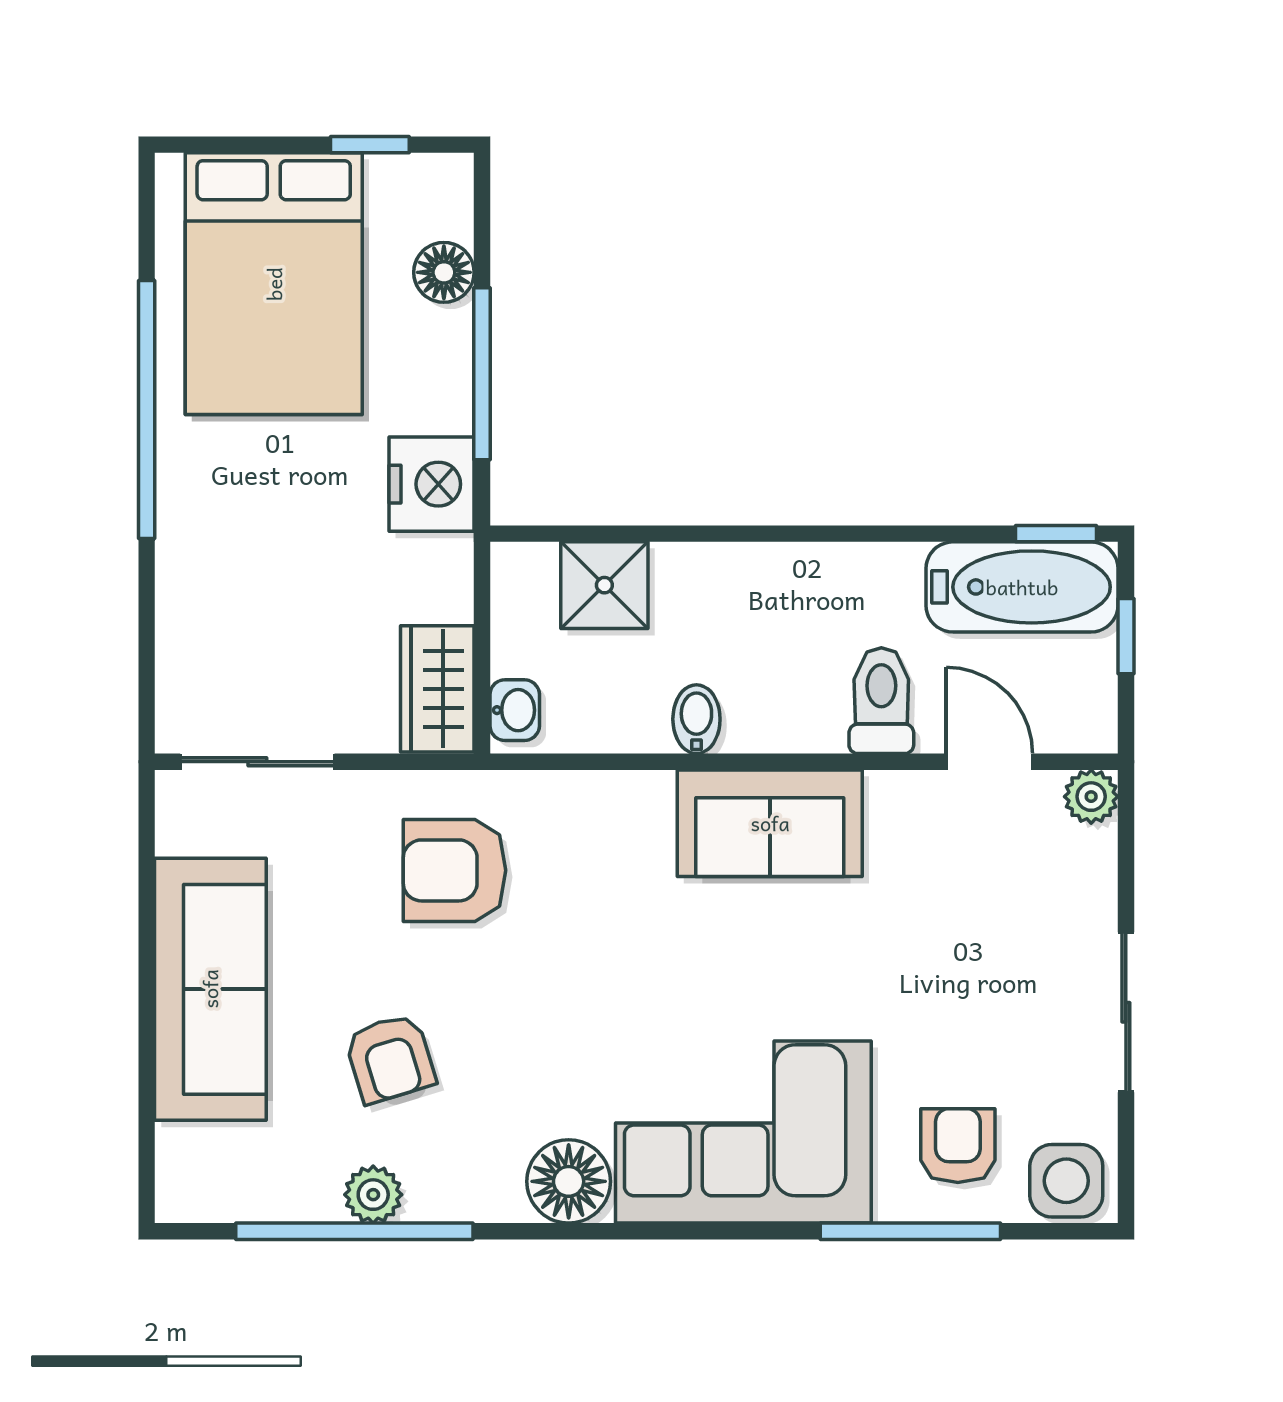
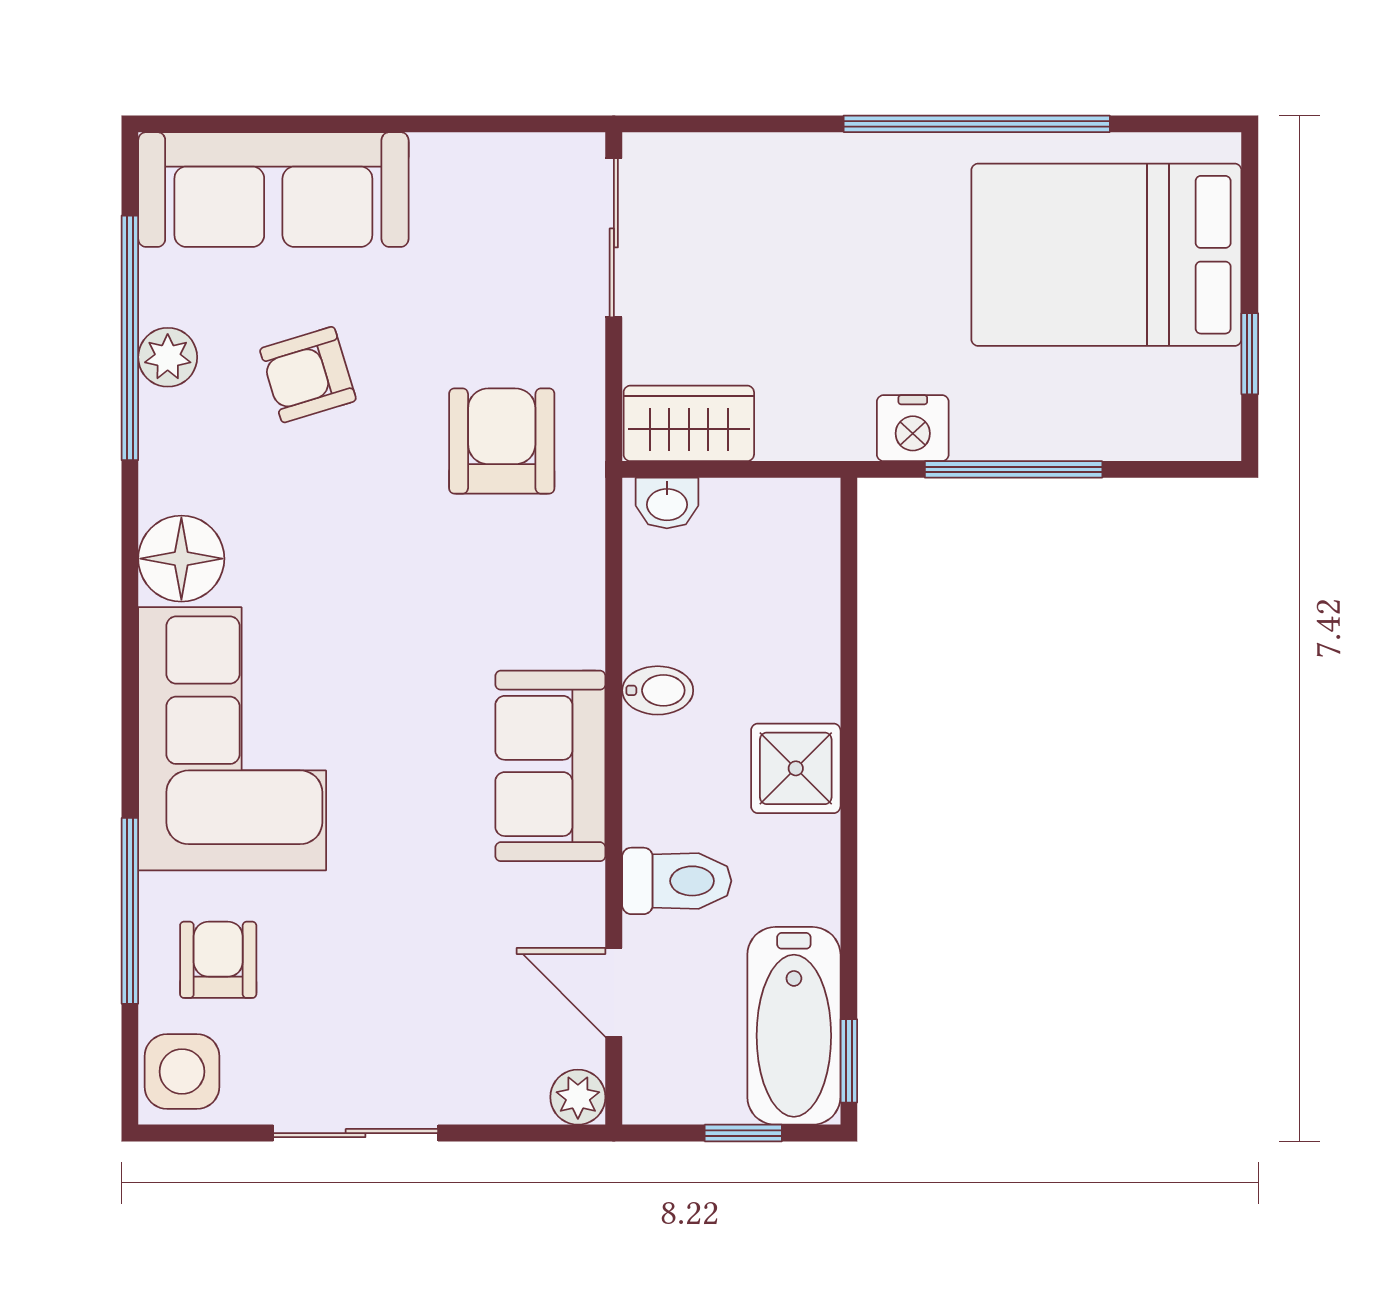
floor lamp: (444, 272) -> (1118, 430), removed
nightstand: (432, 484) -> (913, 428), width x0.74, depth x0.75
shower: (604, 585) -> (796, 768), moved
door: (989, 762) -> (614, 992), swing flipped
sofa: (210, 989) -> (273, 190), moved
armchair: (958, 1146) -> (218, 960), turned -90

